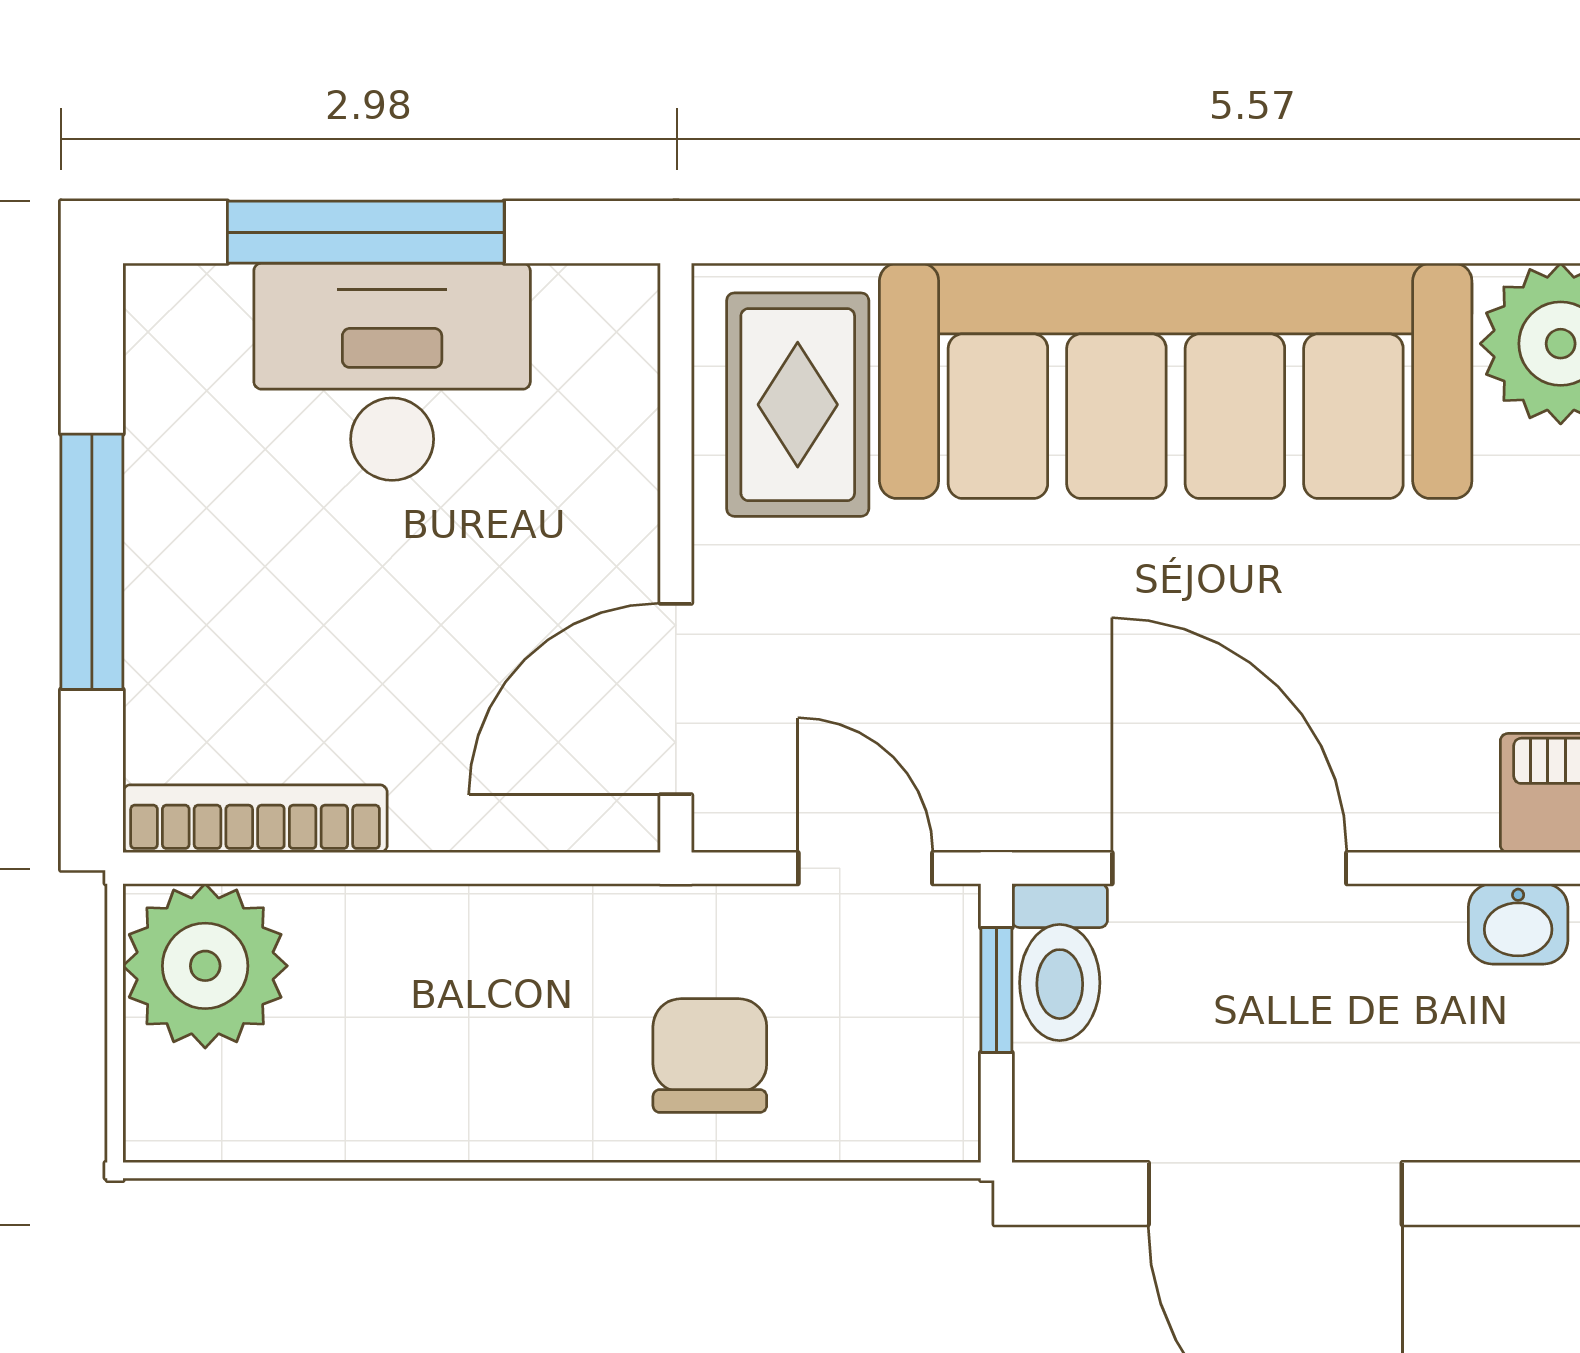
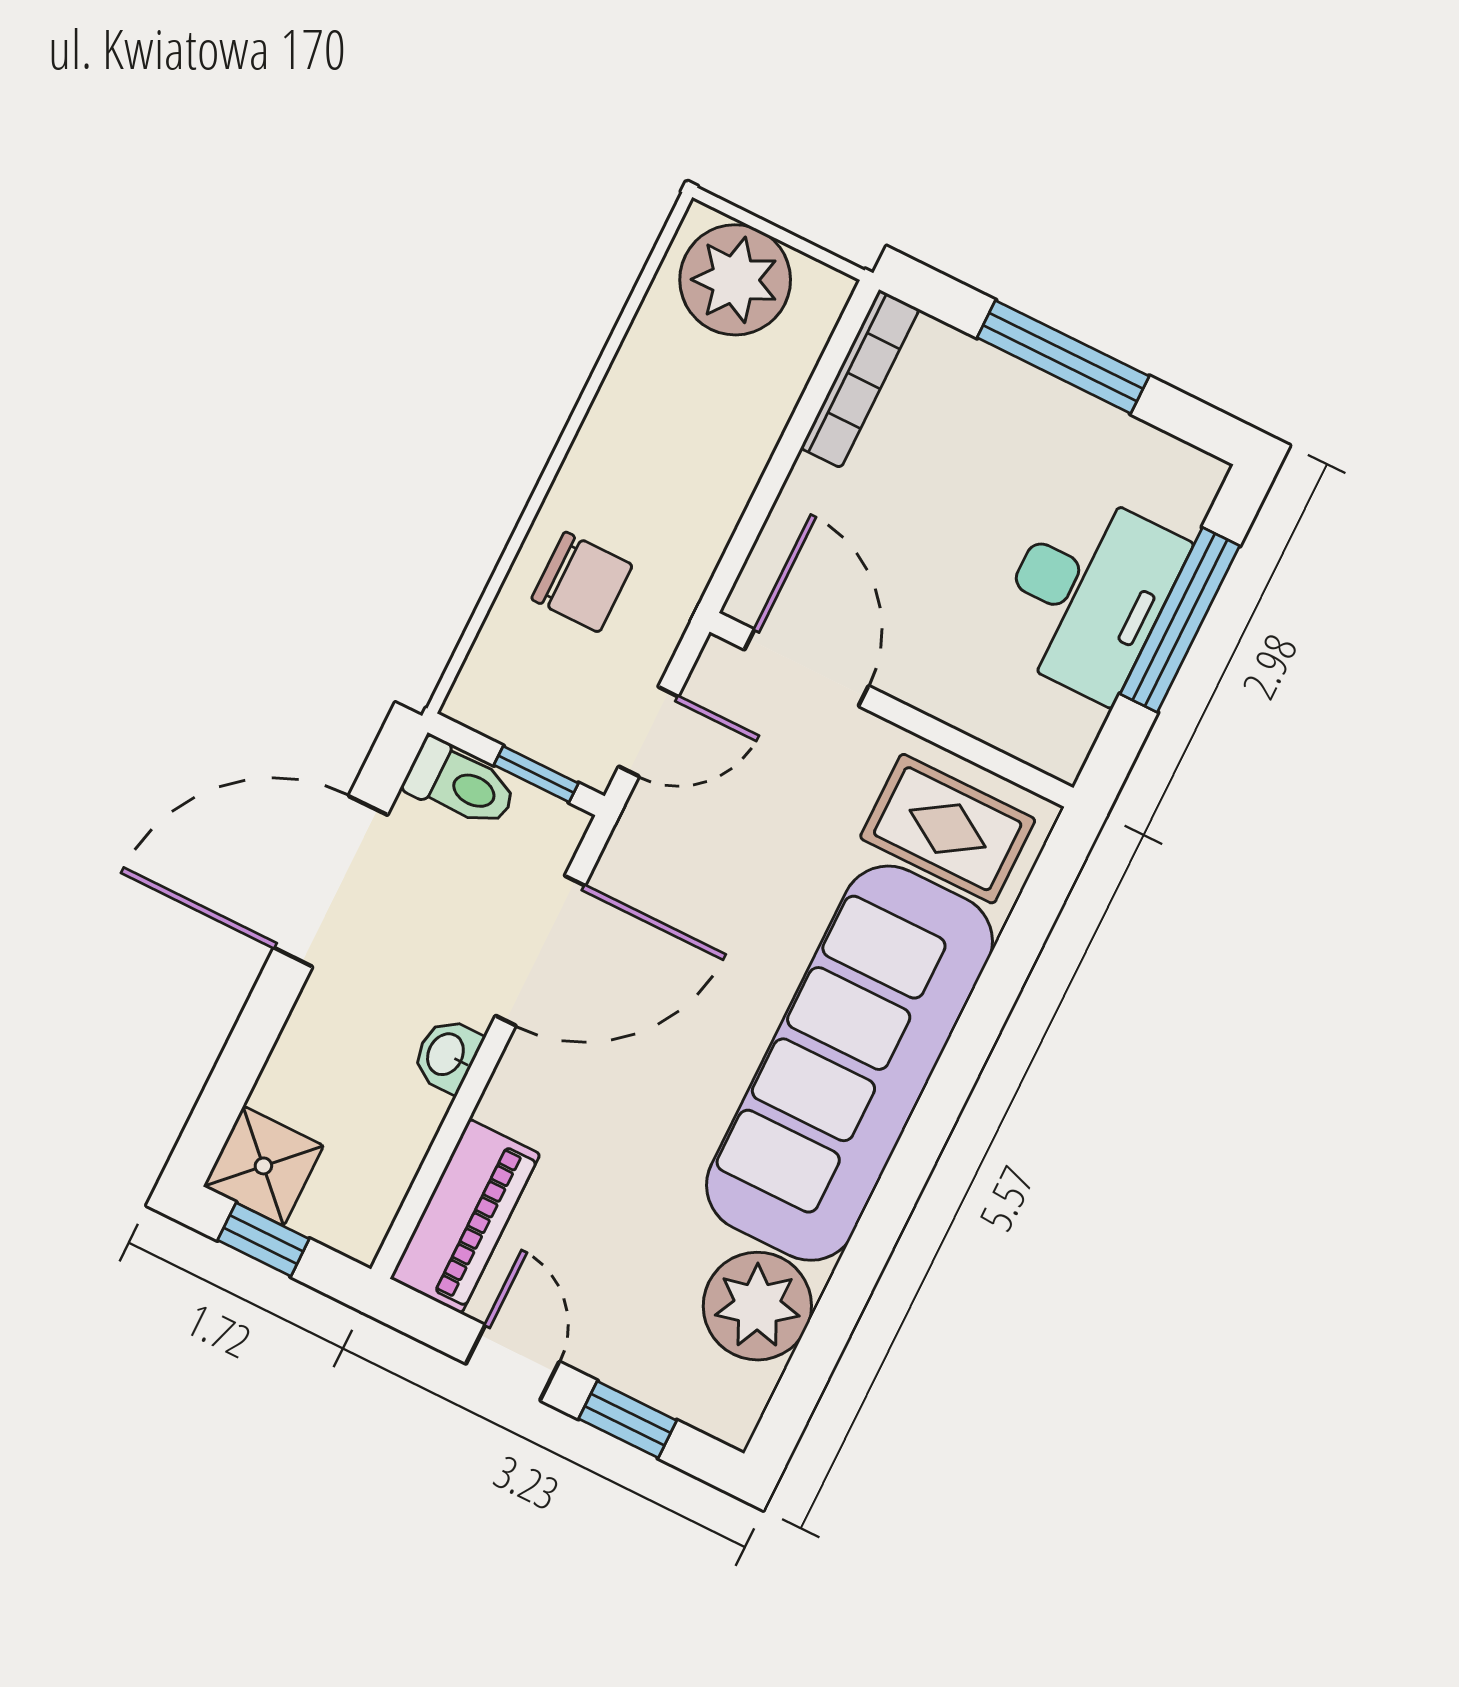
washbasin: (1518, 924) -> (447, 1055), moved
toilet: (1060, 962) -> (461, 784), moved, turned 180
plant: (205, 966) -> (735, 280), moved

